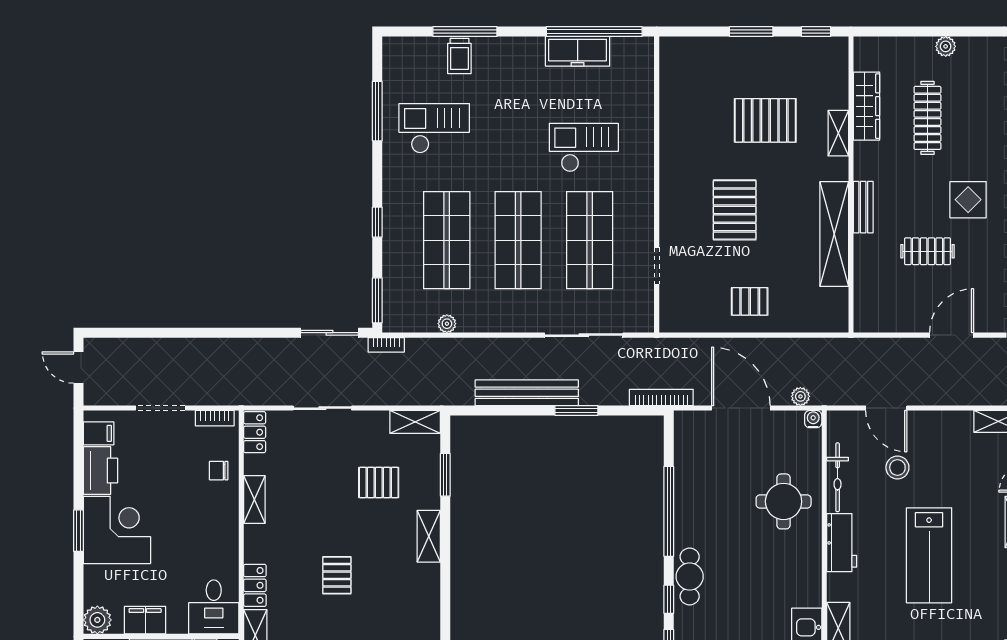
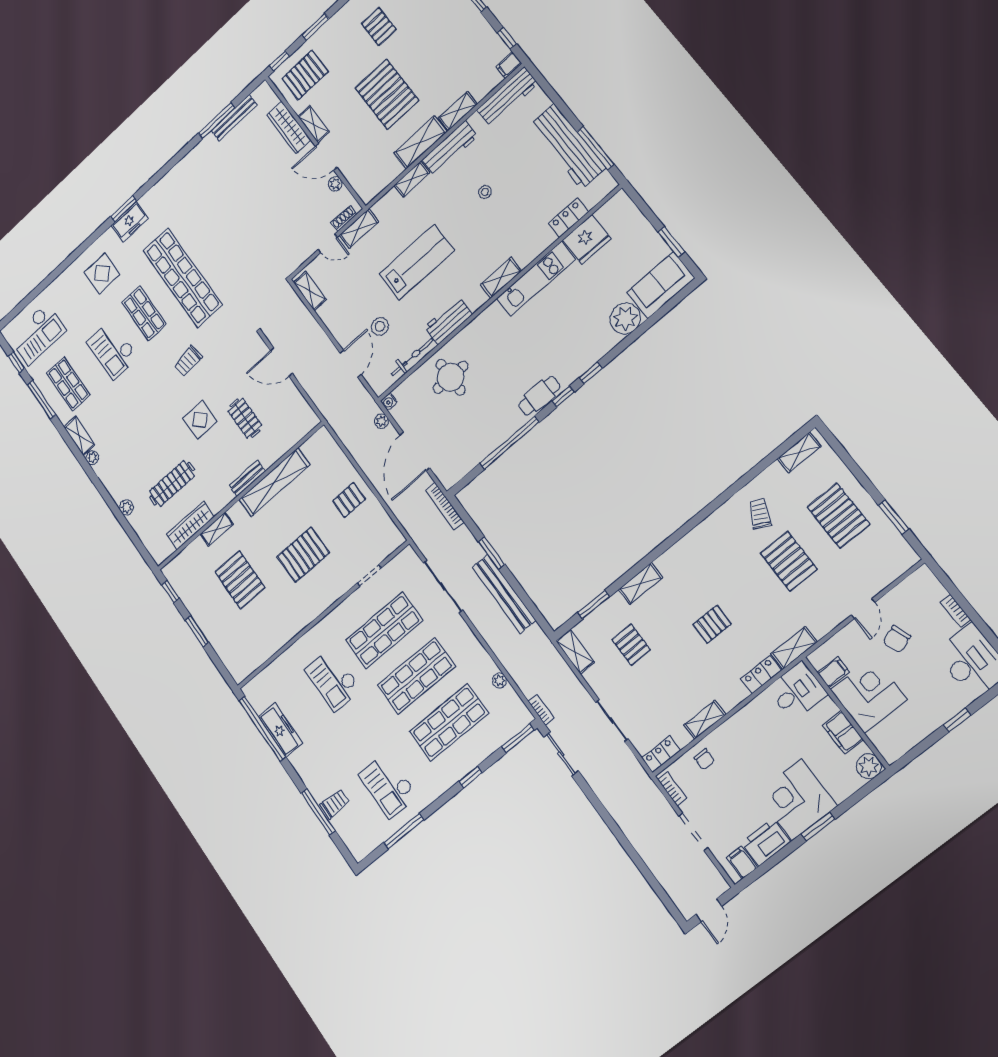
pallet: (750, 301) -> (349, 500), turned 90

